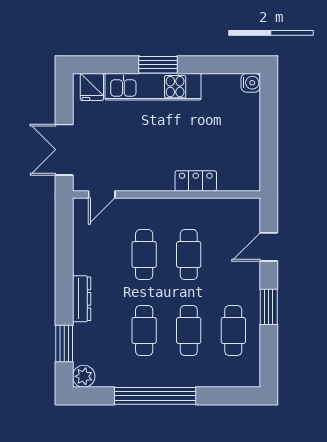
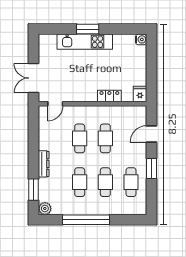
fridge: (92, 87) -> (140, 94), moved, turned 180

